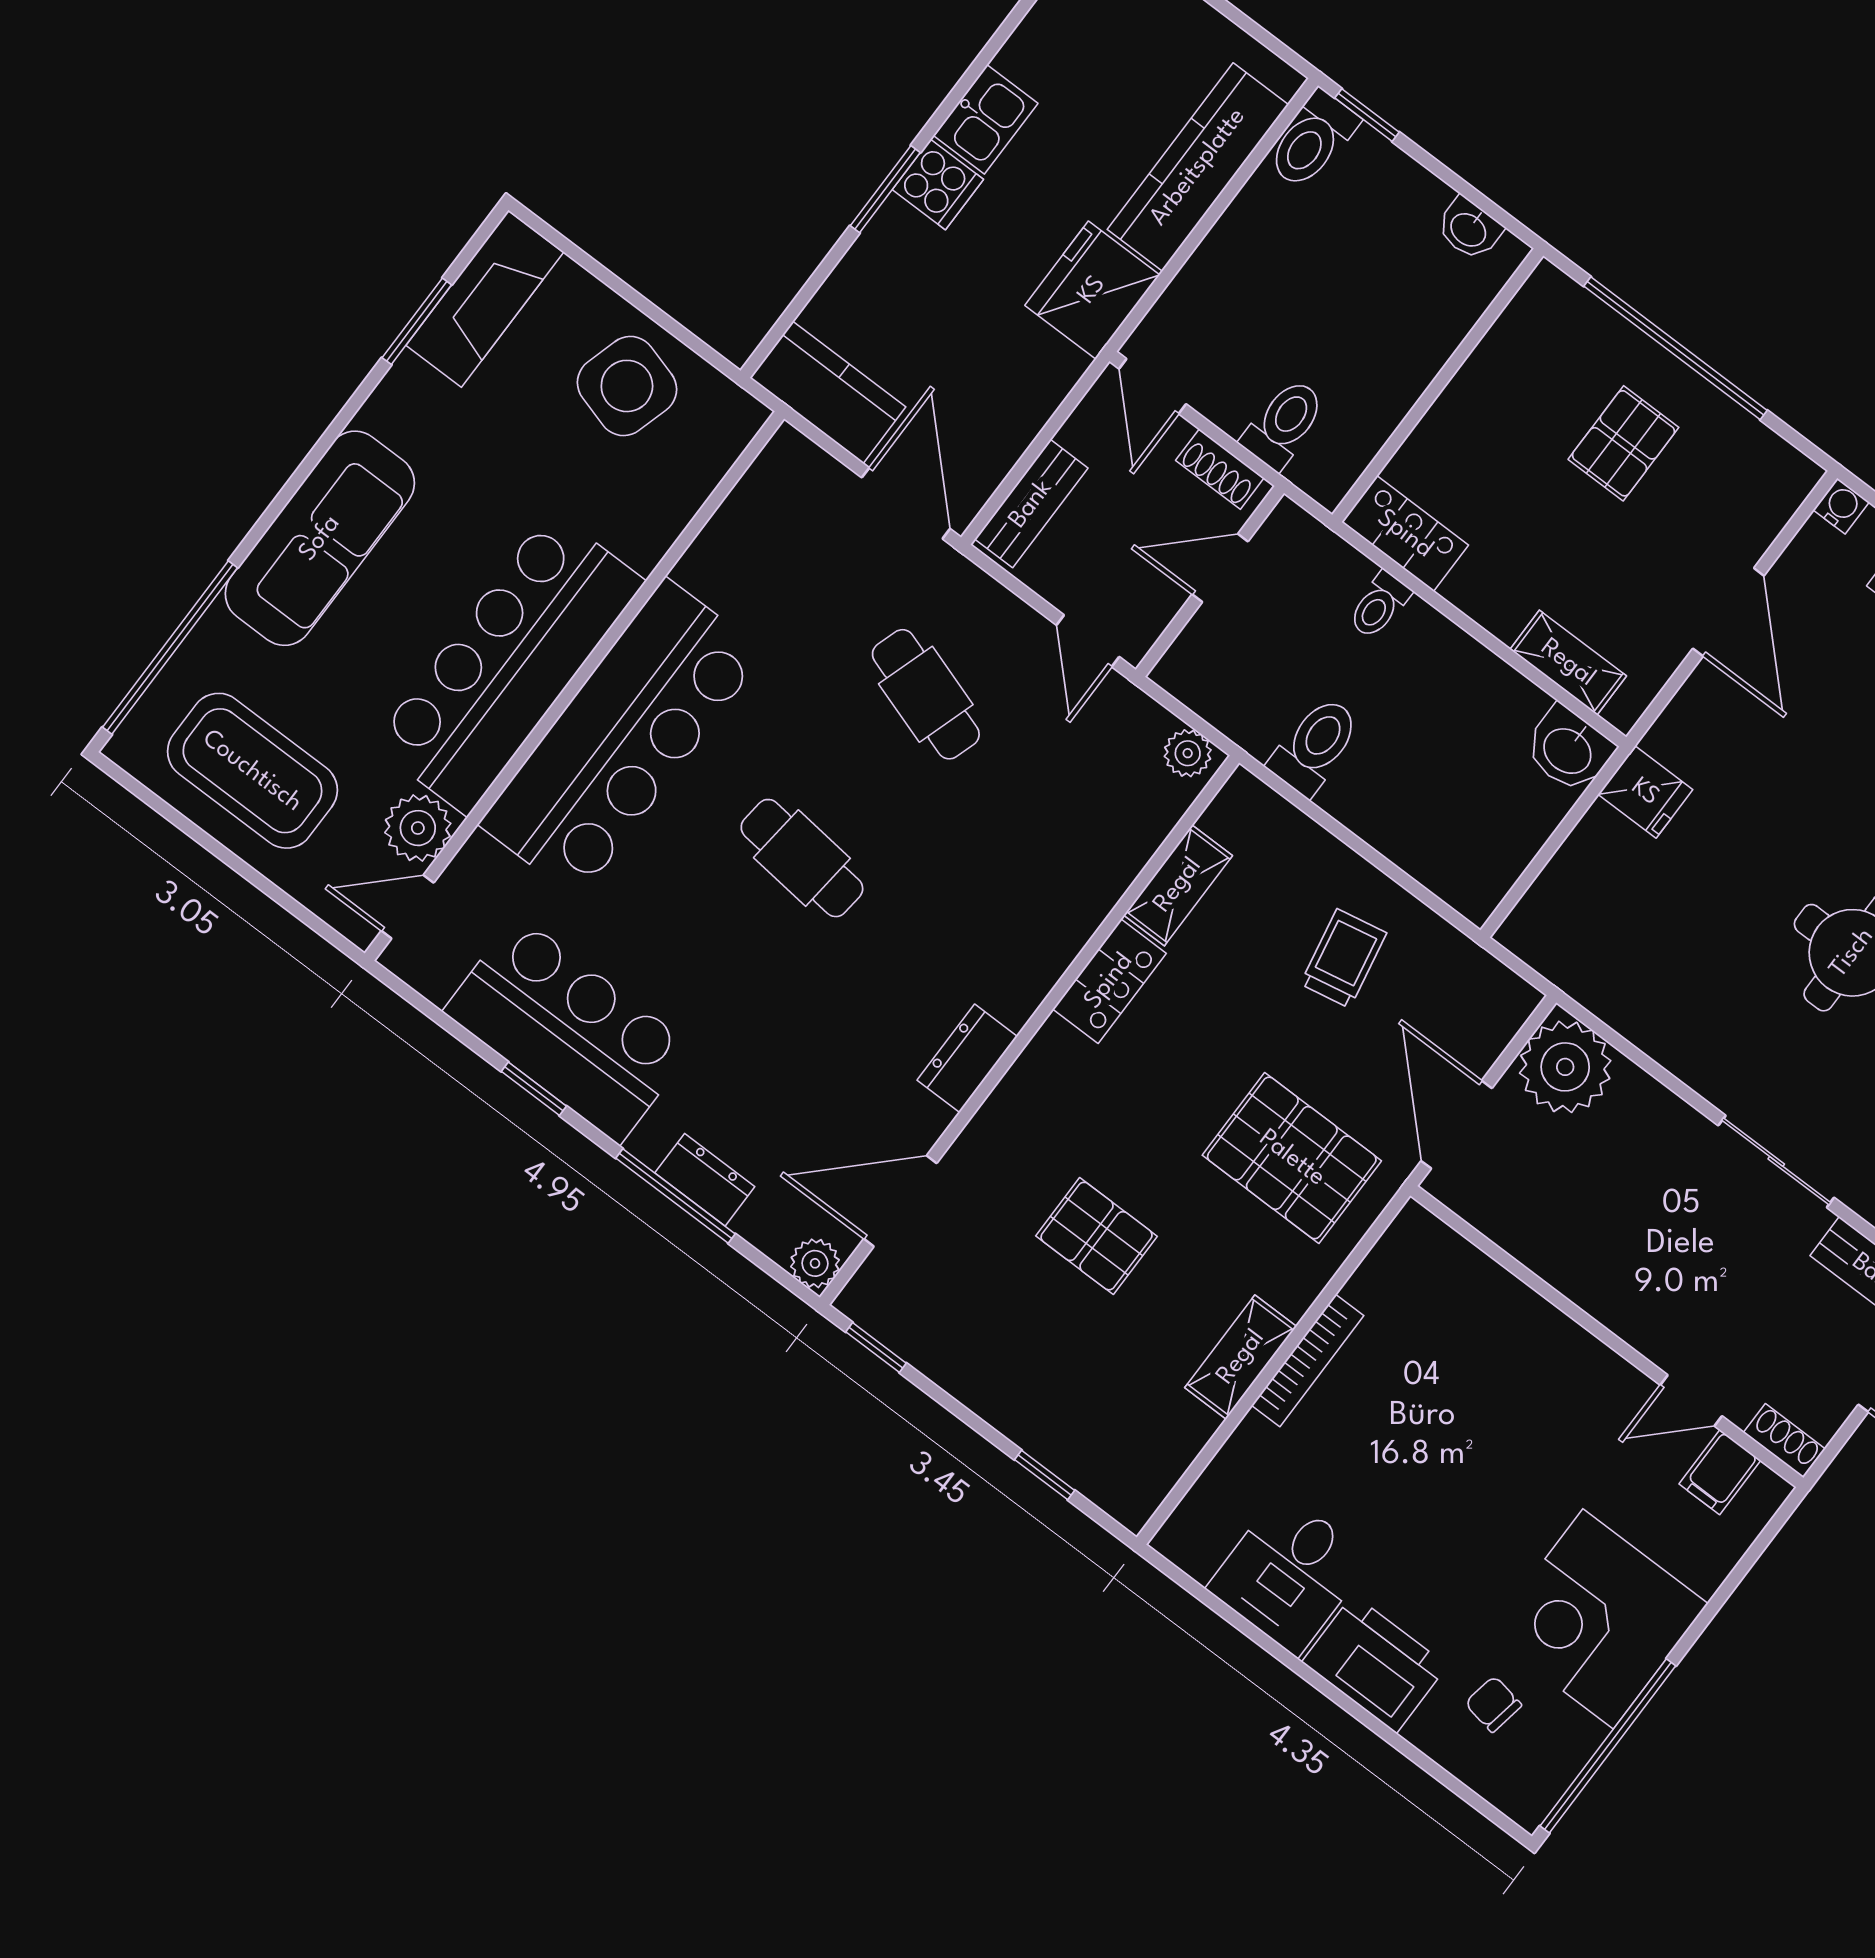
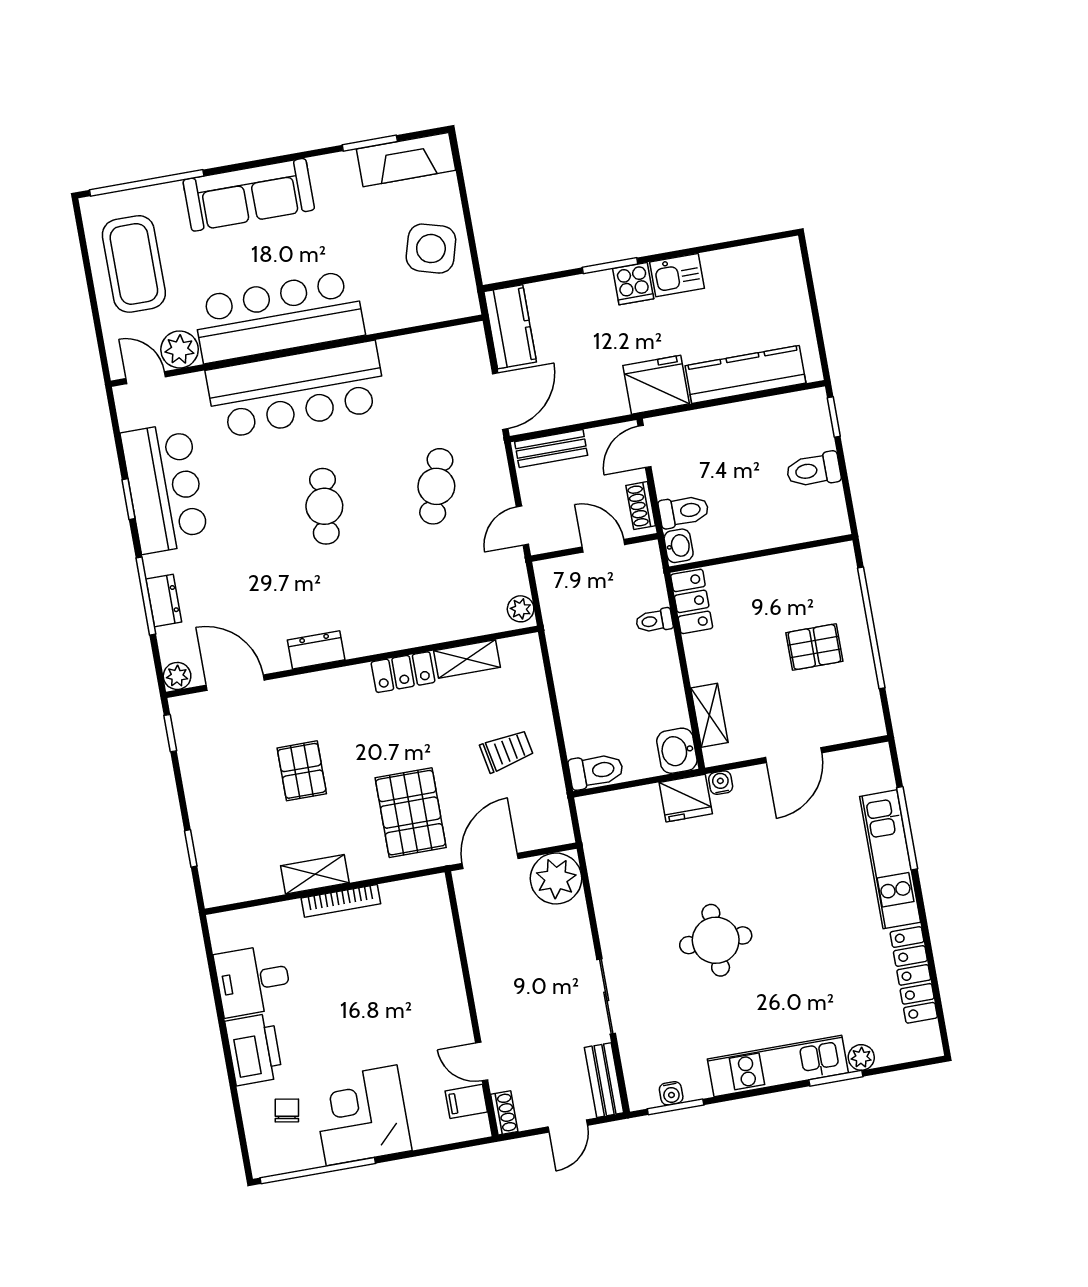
toilet: (1312, 140) -> (814, 470), moved
washbasin: (1469, 229) -> (679, 546), moved, turned 180
water cooler: (1841, 506) -> (721, 783), moved, turned -90
toilet: (1315, 746) -> (596, 771), moved
fridge: (1645, 792) -> (686, 798), width x1.38

